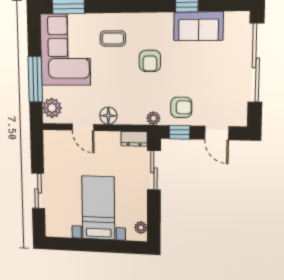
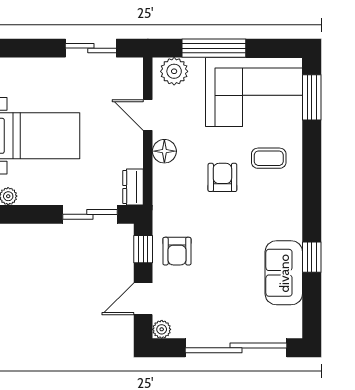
coffee table: (113, 38) -> (269, 158), turned 90
armchair: (150, 61) -> (222, 177), moved, turned 90
plant: (153, 118) -> (162, 329), moved
door: (83, 127) -> (148, 115), hinge flipped
sliding door: (38, 191) -> (91, 48), moved

